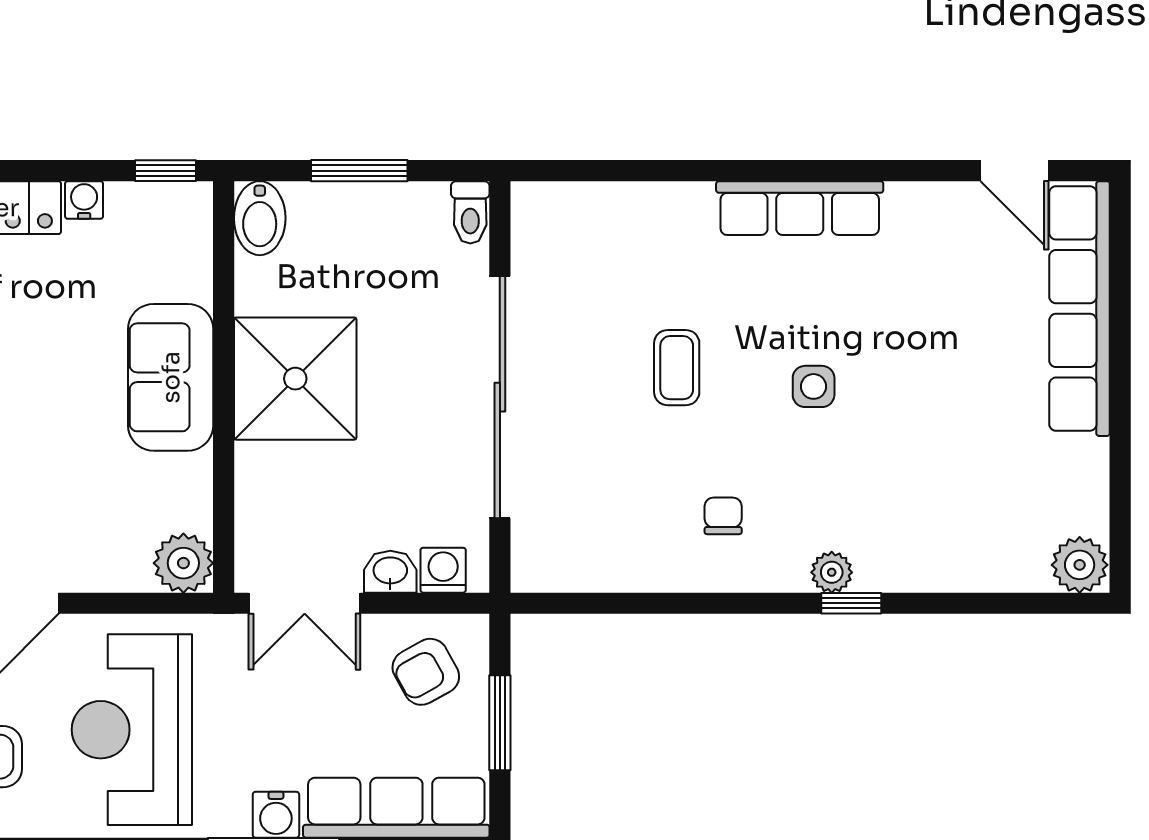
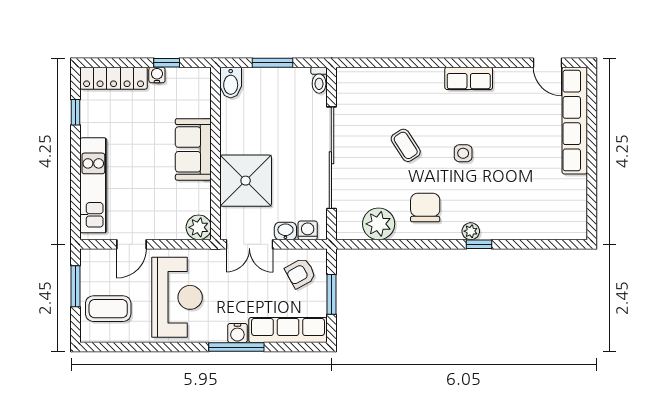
window: (166, 171) -> (167, 63), moved
row of seats: (800, 208) -> (469, 78), width x0.68
coffee table: (677, 368) -> (406, 145), turned -33
shower: (295, 379) -> (246, 181), moved
chair: (723, 516) -> (425, 208), width x1.87, depth x1.87
plant: (1080, 565) -> (379, 224), moved, width x1.36, depth x1.36
reception desk: (132, 730) -> (177, 297), turned 180

